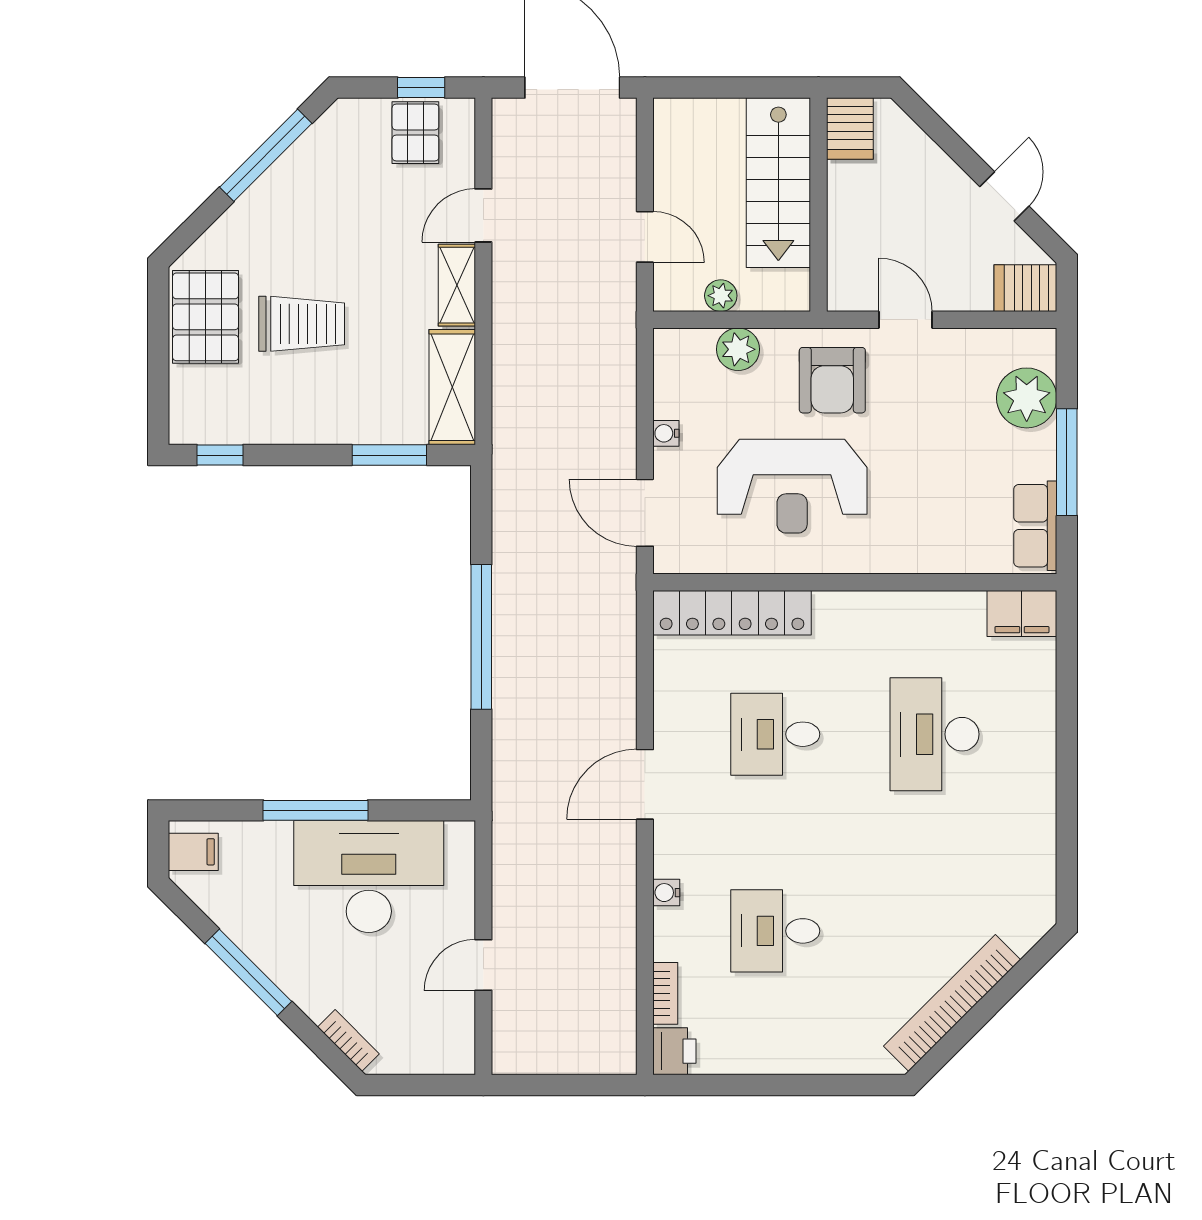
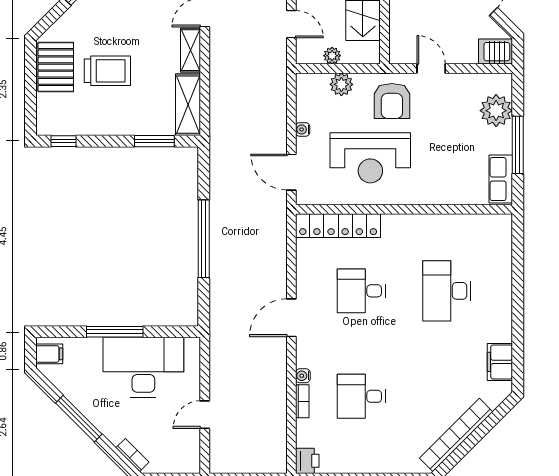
filing cabinet: (1022, 613) -> (500, 362), moved, turned 90
bookcase: (665, 993) -> (302, 401), moved

